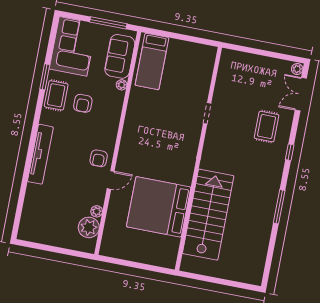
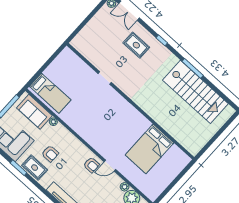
door: (111, 180) -> (110, 166), swing flipped
bed: (159, 207) -> (150, 149), width x0.73
stairs: (208, 215) -> (195, 92), moved, turned 180

